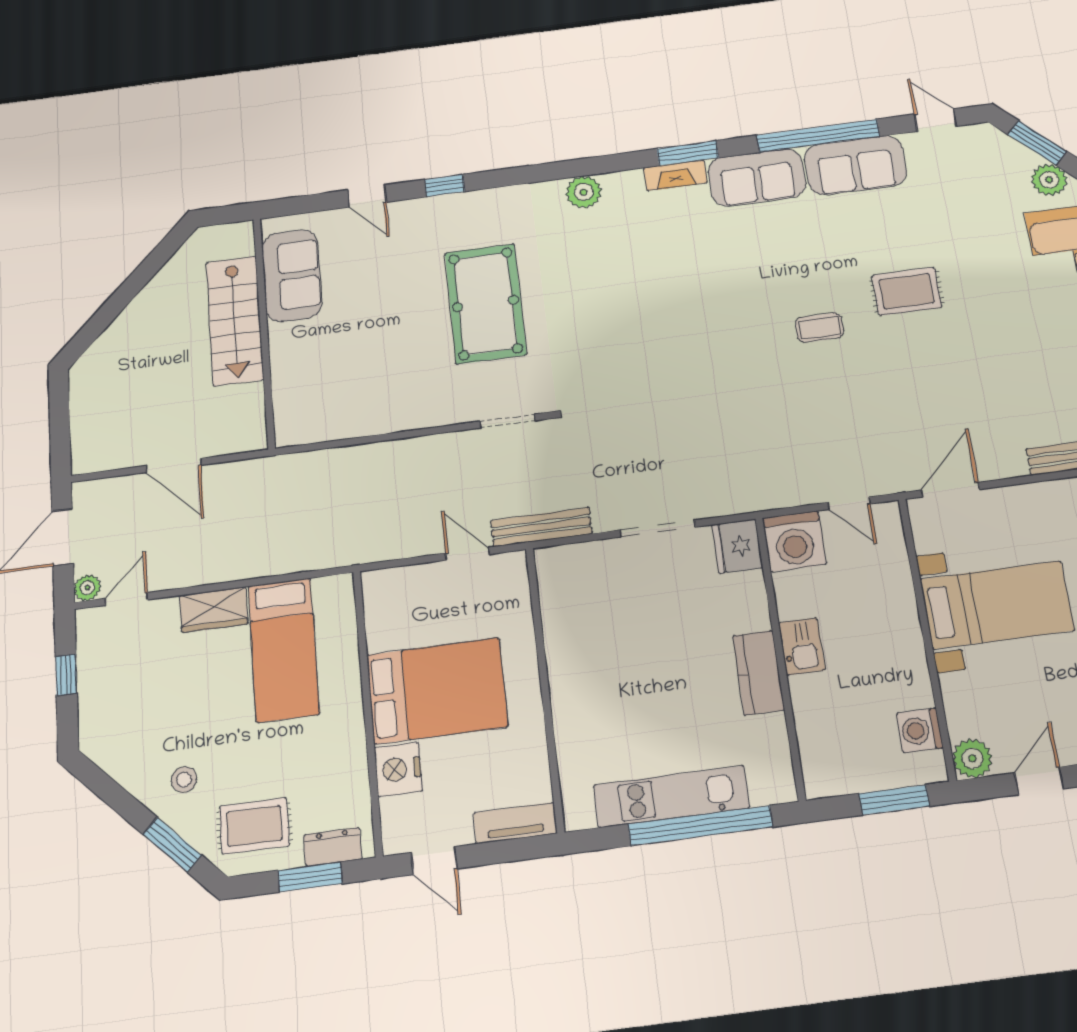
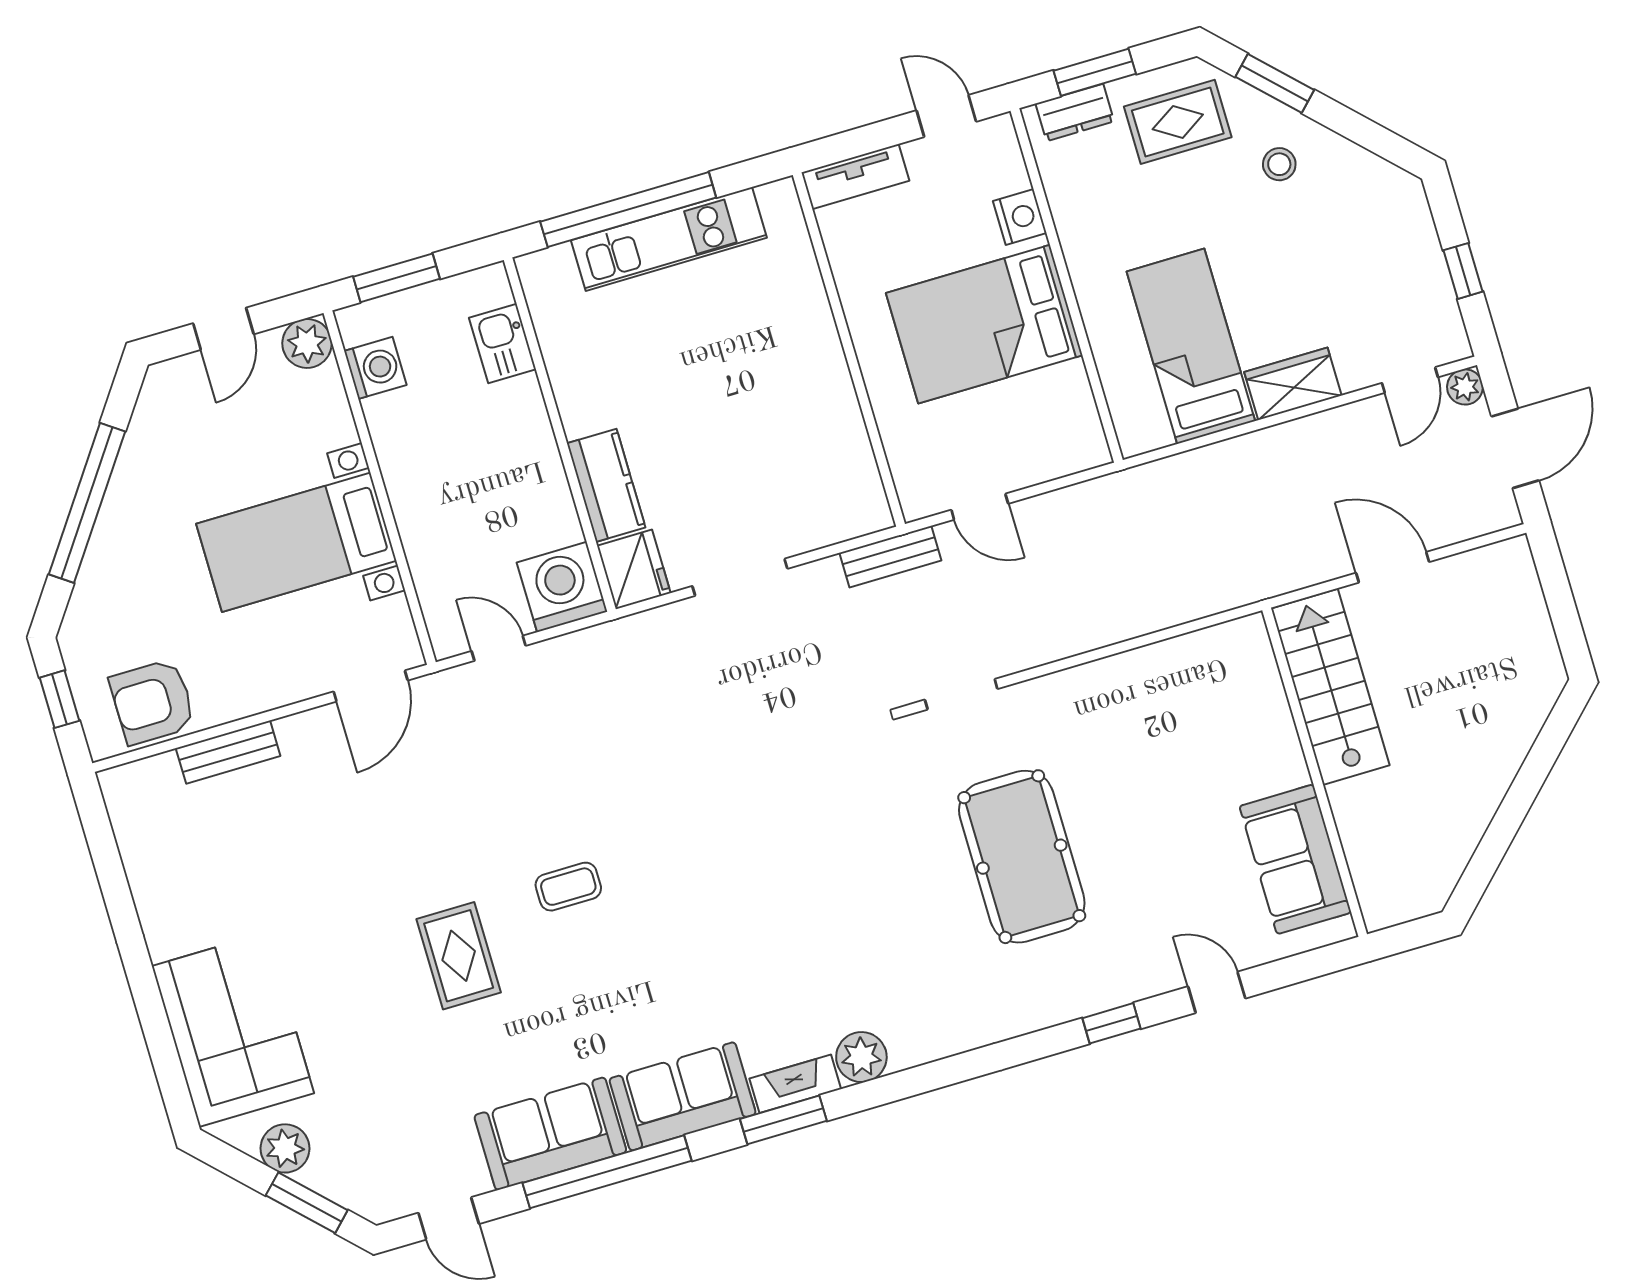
plant: (584, 192) -> (861, 1057), moved
rug: (907, 291) -> (459, 956), turned 90
stairs: (235, 321) -> (1330, 687), moved
bench: (541, 527) -> (890, 557), width x0.73
kitchen sink: (802, 646) -> (502, 344), moved
kitchen counter: (758, 673) -> (606, 485), moved
nightstand: (398, 769) -> (1020, 217), width x0.74, depth x0.75

